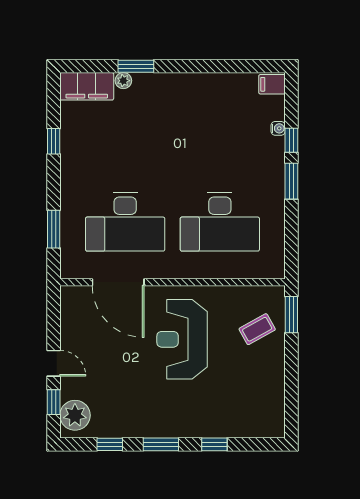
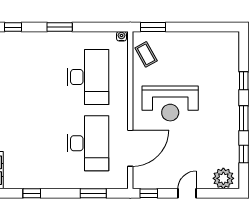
water cooler: (278, 128) -> (122, 36), moved
window: (291, 140) -> (13, 27), moved
coffee table: (257, 329) -> (146, 54), moved
window: (54, 402) -> (149, 193), moved

